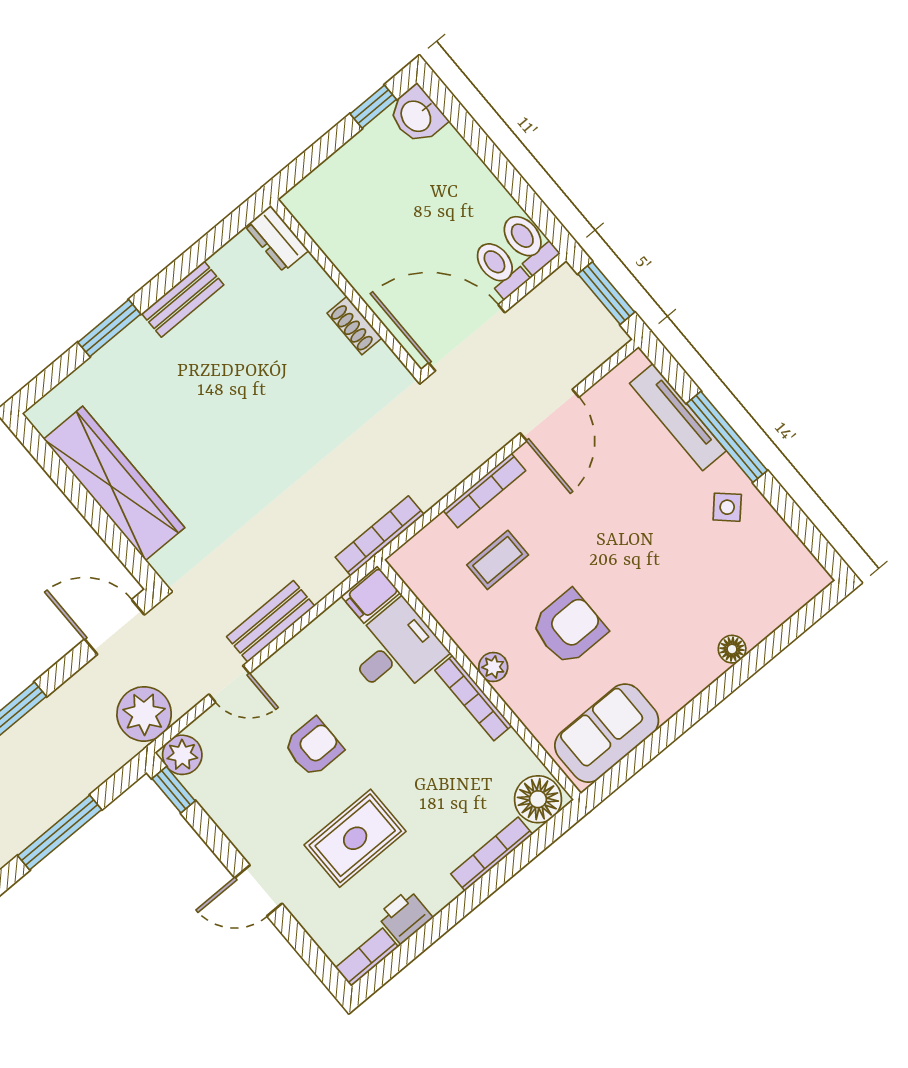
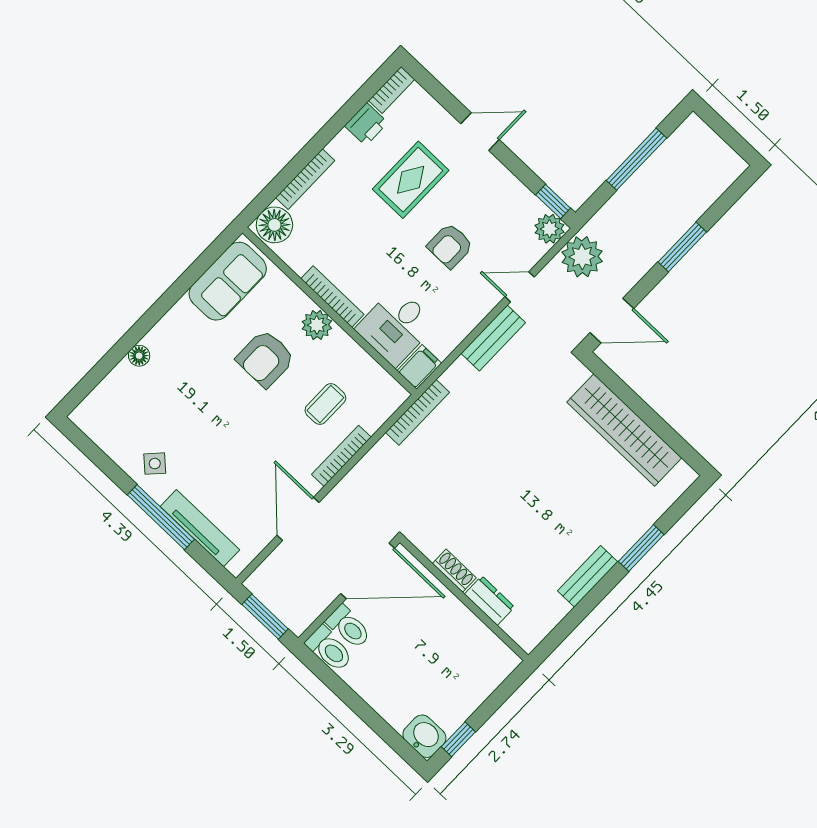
dresser: (277, 239) -> (489, 601), moved
plant: (493, 667) -> (317, 325), width x1.38, depth x1.38

